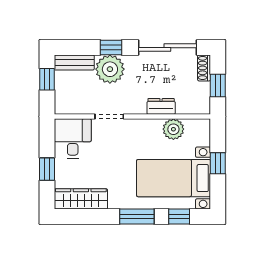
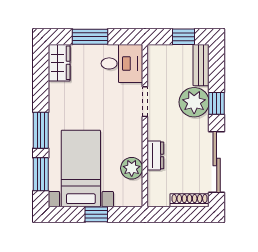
shoe rack: (204, 68) -> (190, 200), width x1.43
window: (218, 85) -> (177, 214), removed
window: (47, 169) -> (90, 37), width x1.50
wardrobe: (81, 199) -> (59, 63), width x0.67
window: (179, 217) -> (41, 174), width x1.50

